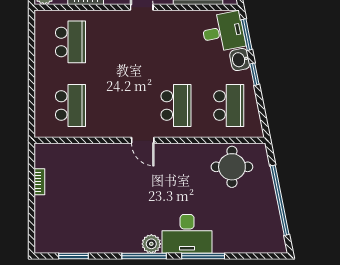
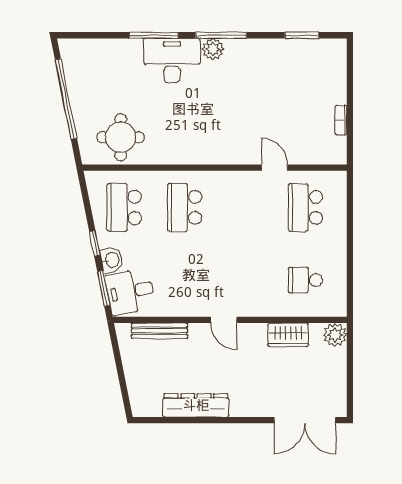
school desk: (70, 42) -> (305, 280), width x0.54
door: (143, 140) -> (275, 168), moved

